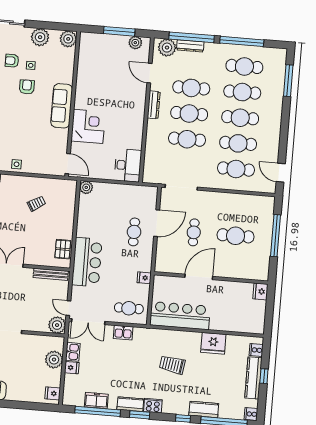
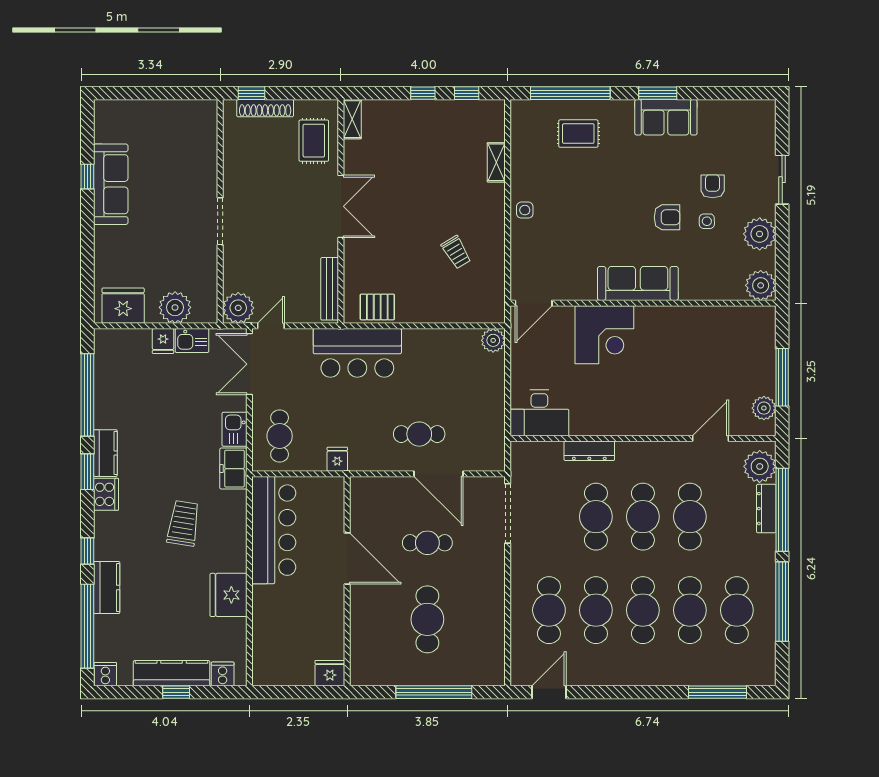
dresser: (154, 105) -> (589, 451), moved
fridge: (53, 393) -> (123, 306), width x1.88, depth x1.34
freezer: (96, 400) -> (233, 469), moved, turned 180

